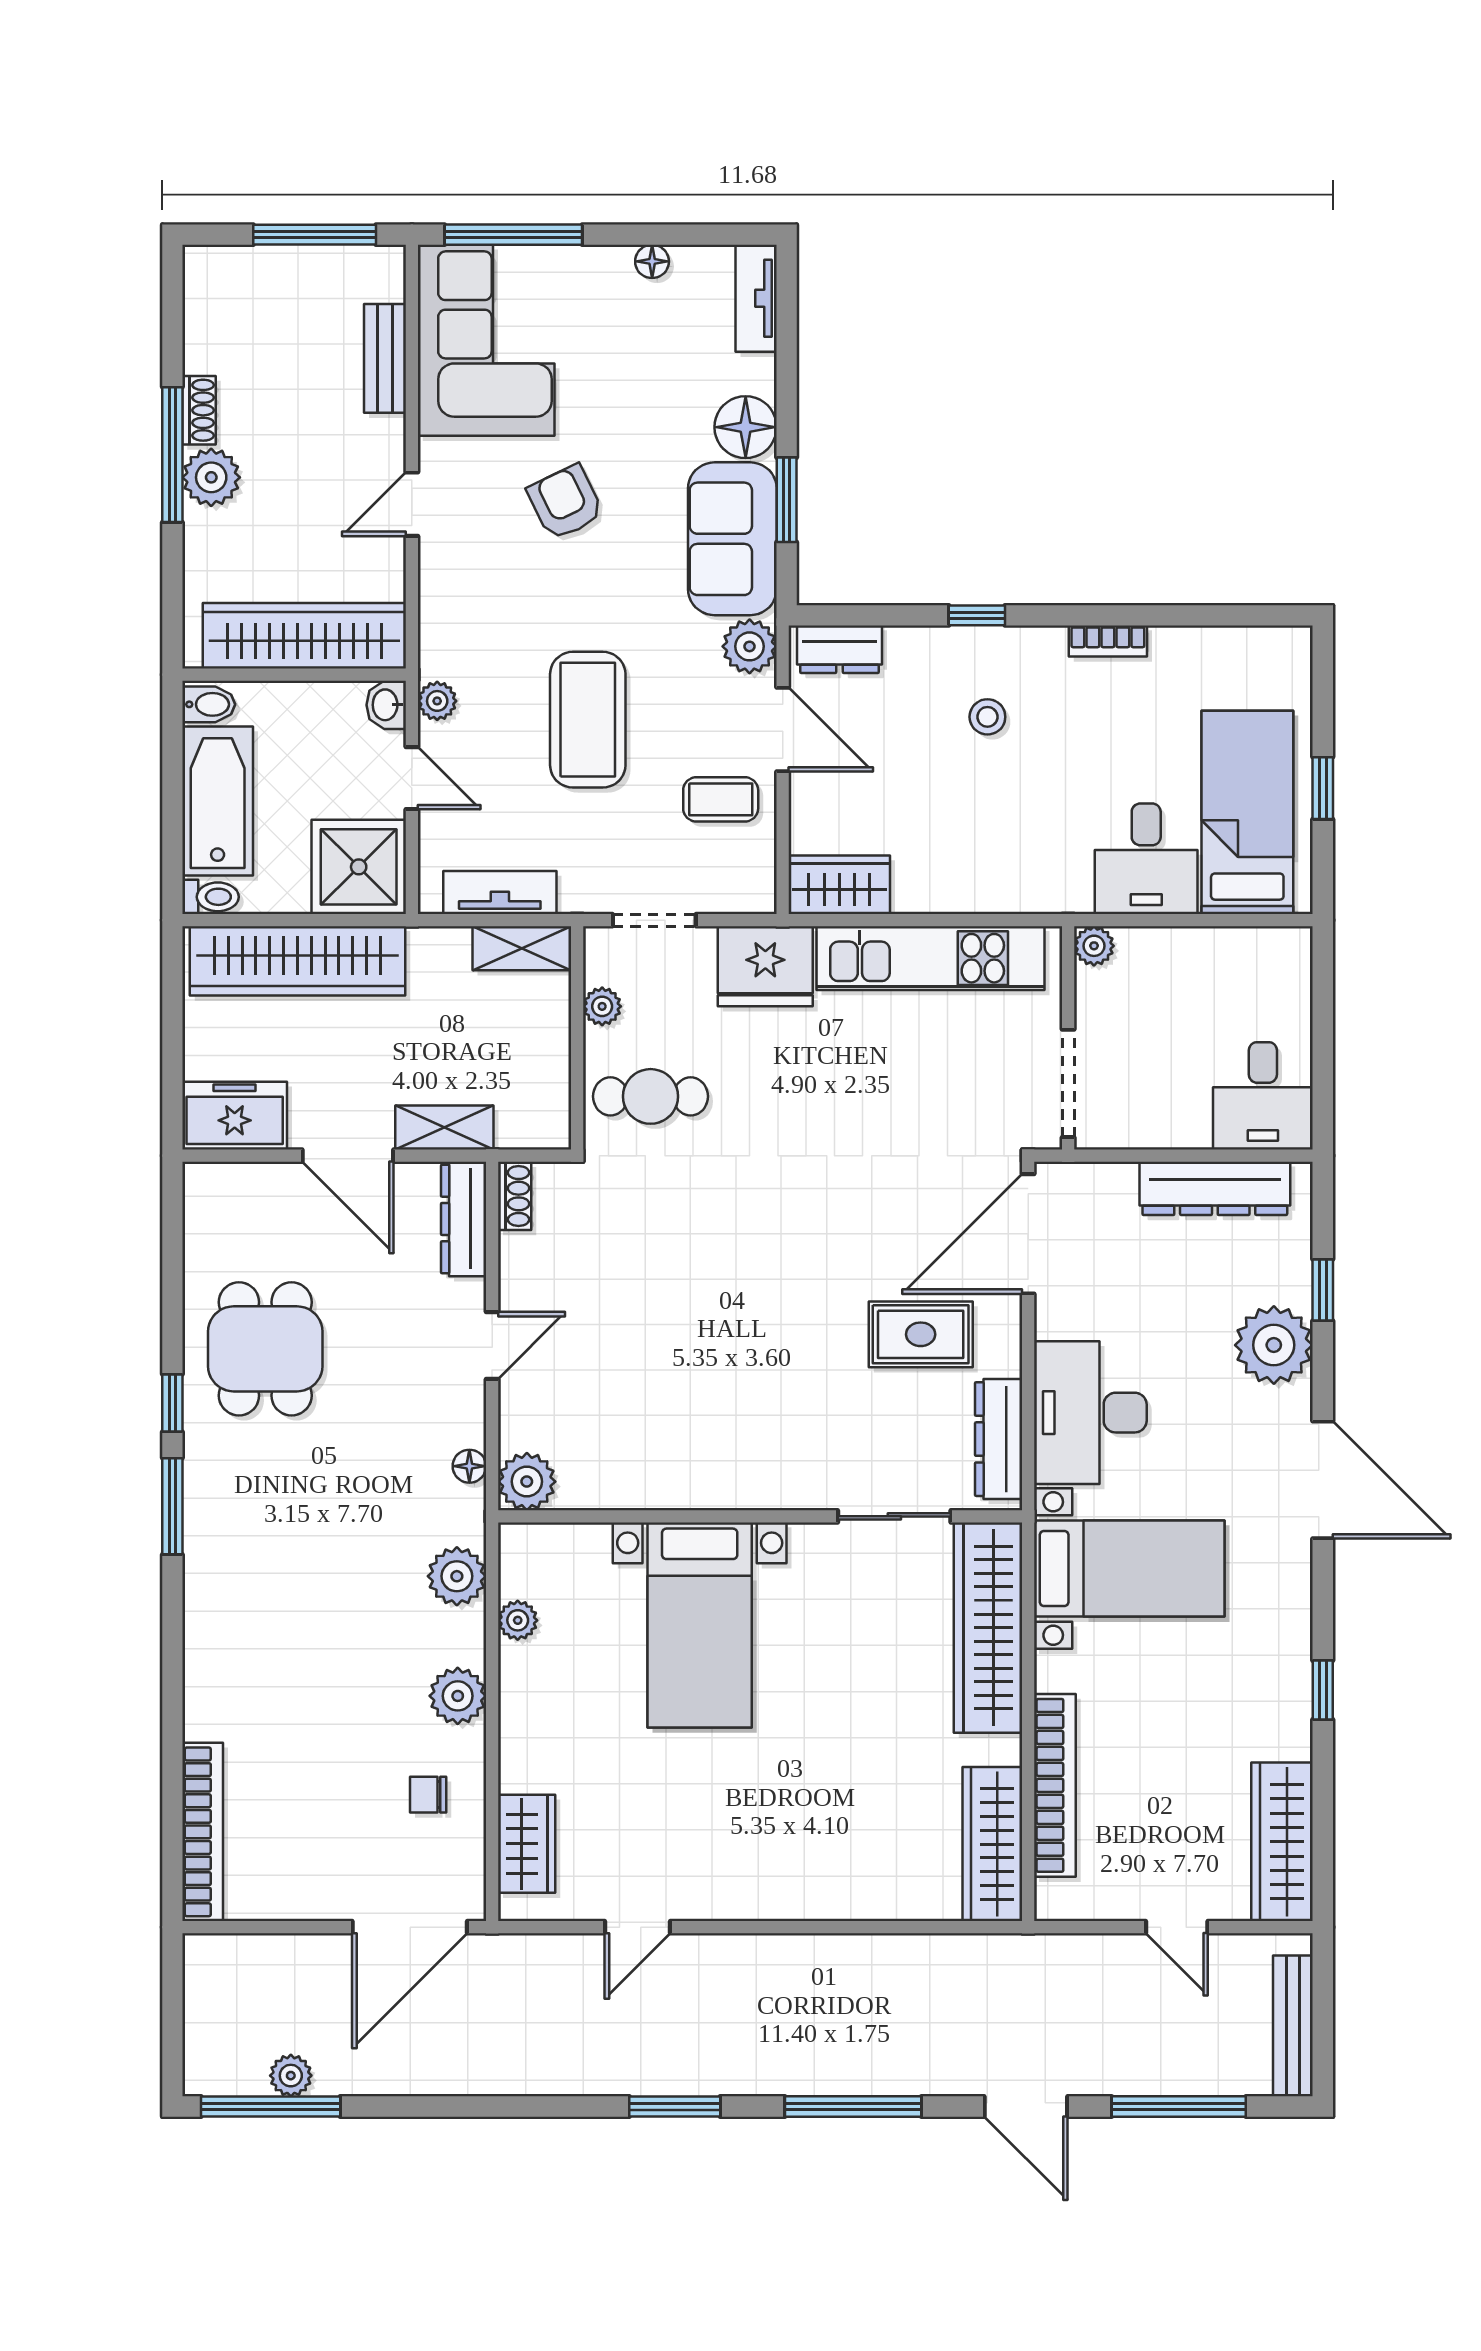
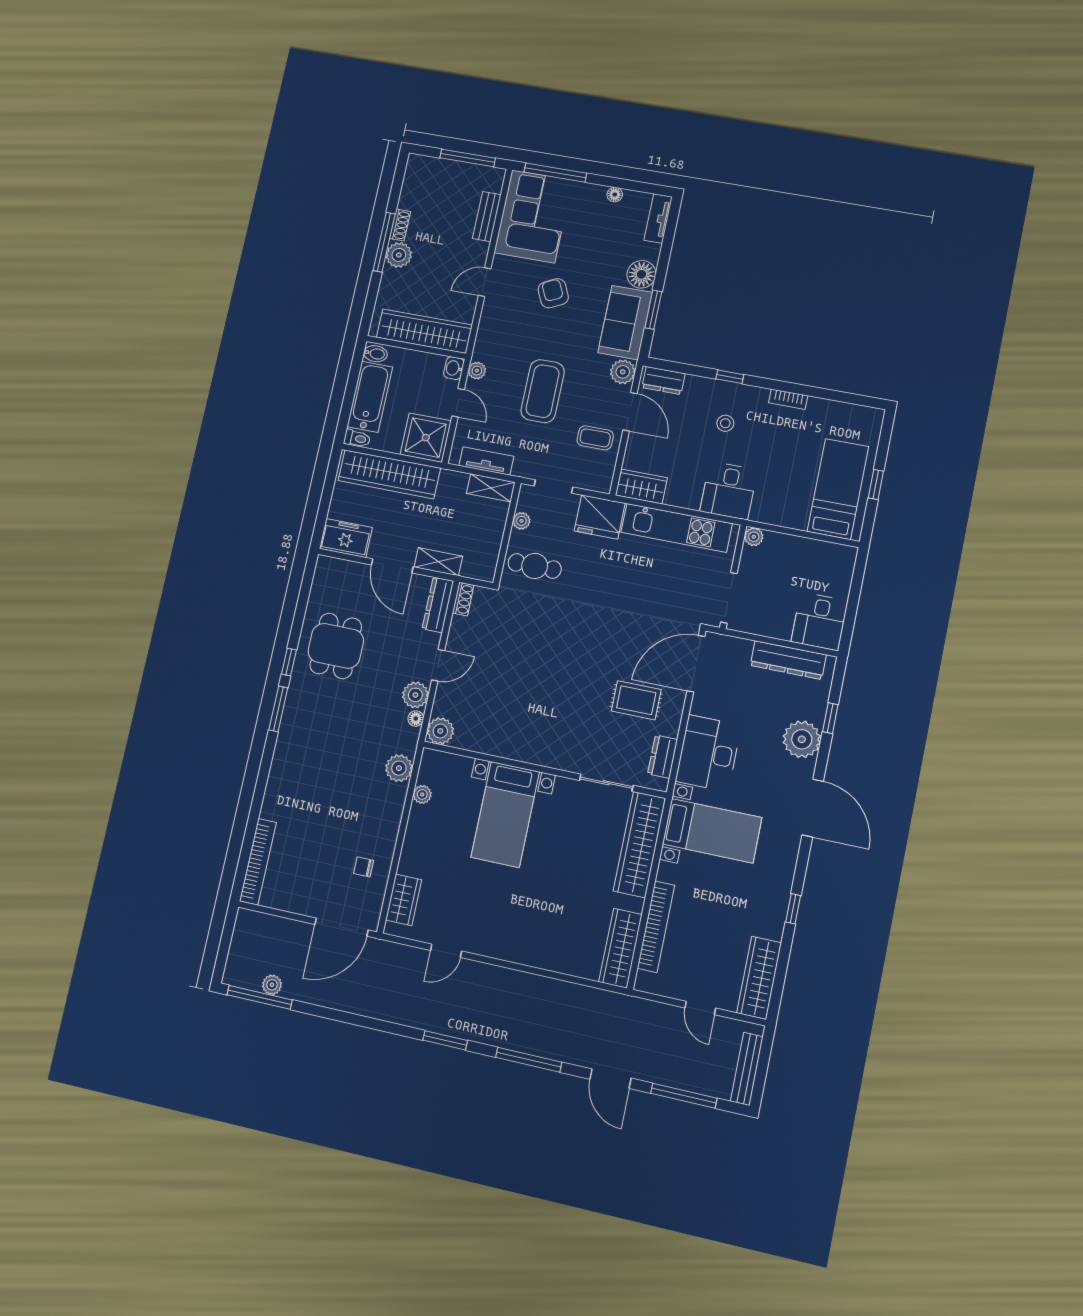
desk: (1146, 859) -> (729, 491), moved
dresser: (999, 1439) -> (663, 757), width x0.70
plant: (458, 1696) -> (415, 695), moved

